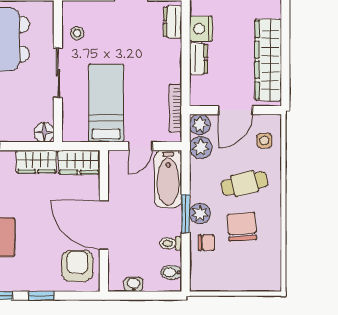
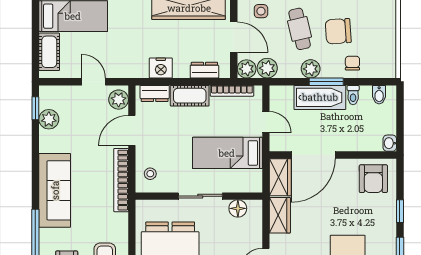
stool: (77, 33) -> (150, 174), moved
dresser: (198, 59) -> (204, 70), moved
cot: (170, 61) -> (190, 96), added
floor lamp: (44, 132) -> (238, 208), moved
bathtub: (168, 179) -> (320, 97), moved
plant: (200, 214) -> (311, 69), moved
door: (104, 225) -> (313, 155), moved
armchair: (77, 266) -> (373, 179), turned -90
washbasin: (133, 284) -> (390, 143), moved

